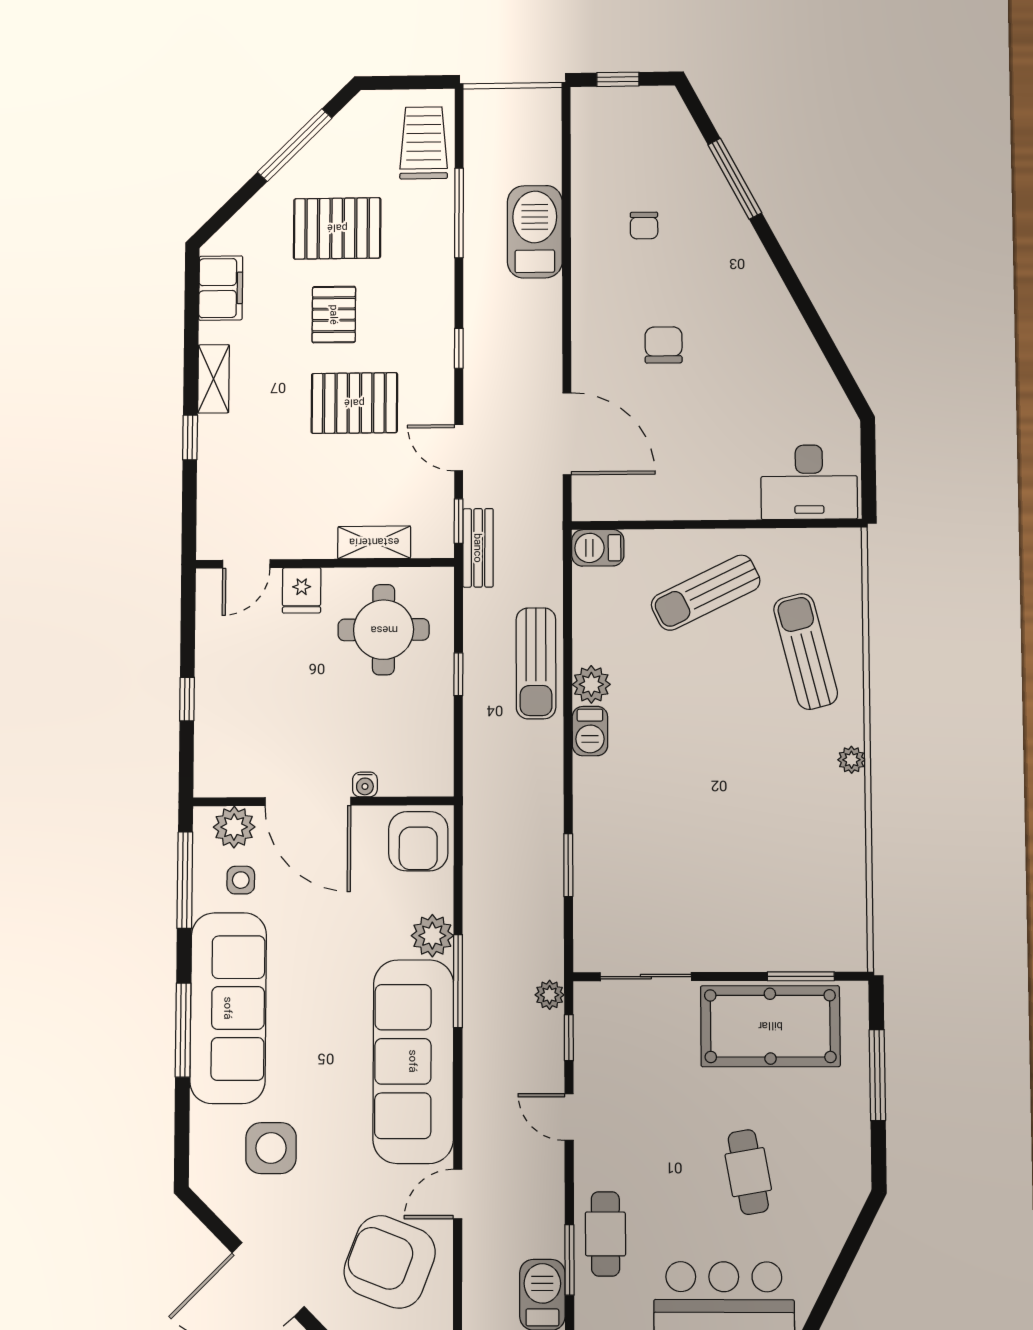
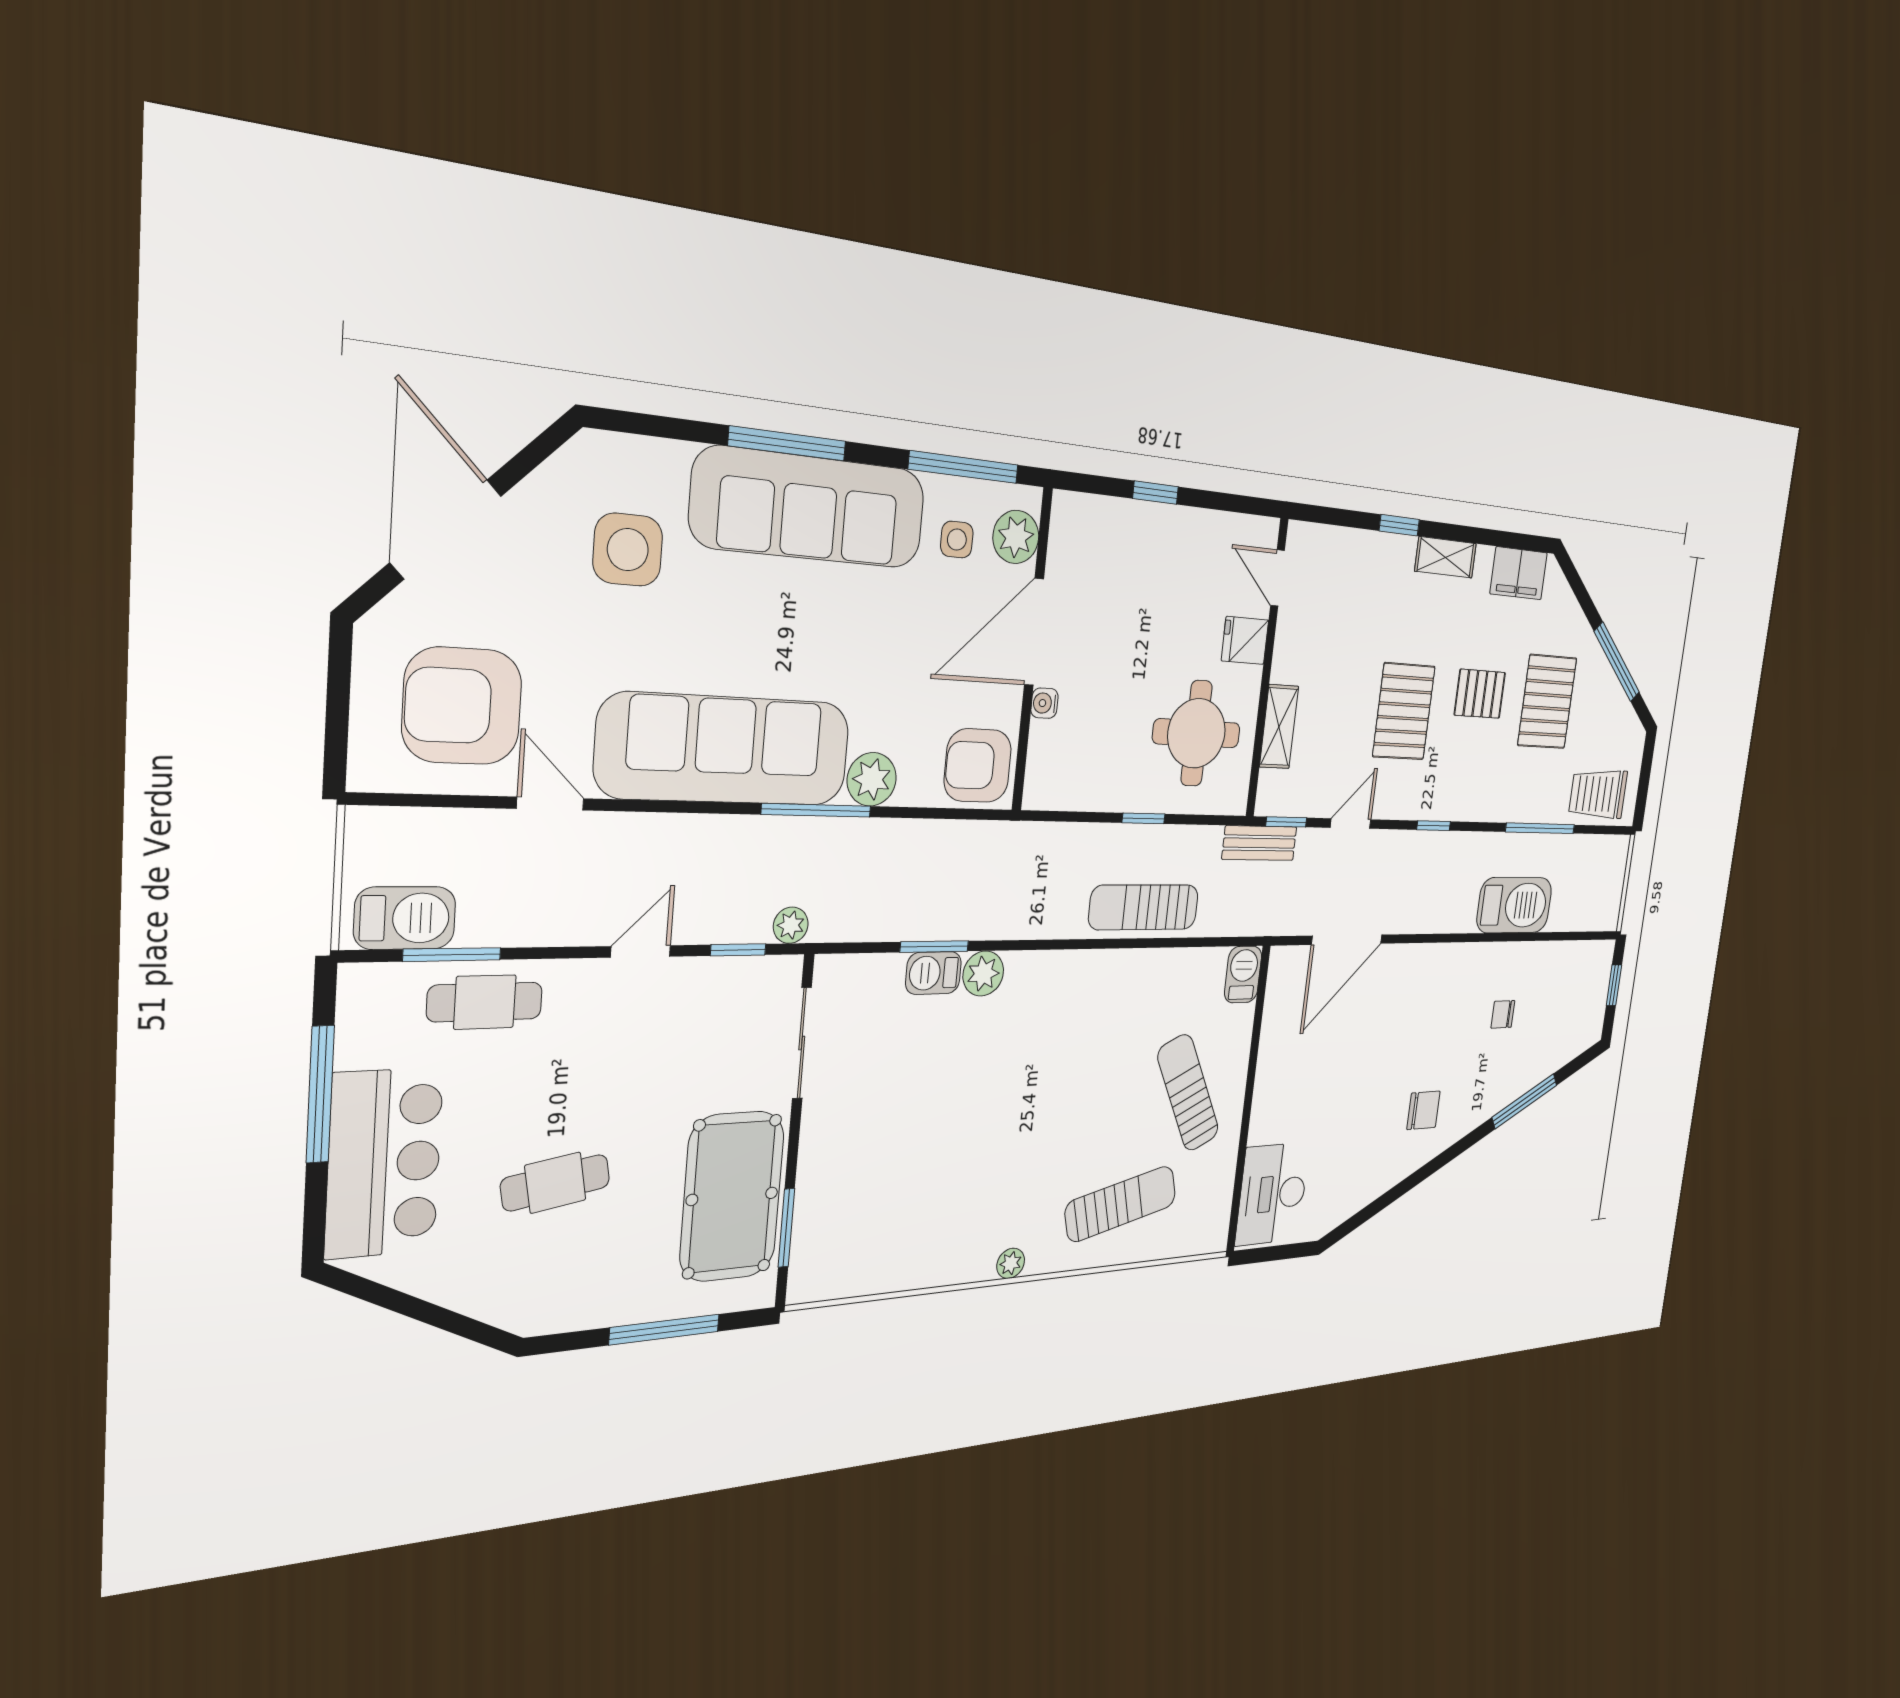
trolley: (424, 143) -> (1598, 794), turned 180
chair: (664, 345) -> (1423, 1110), moved
plant: (591, 684) -> (983, 973), moved
barbecue: (590, 731) -> (933, 973), moved
armchair: (390, 1262) -> (462, 706), turned -111

